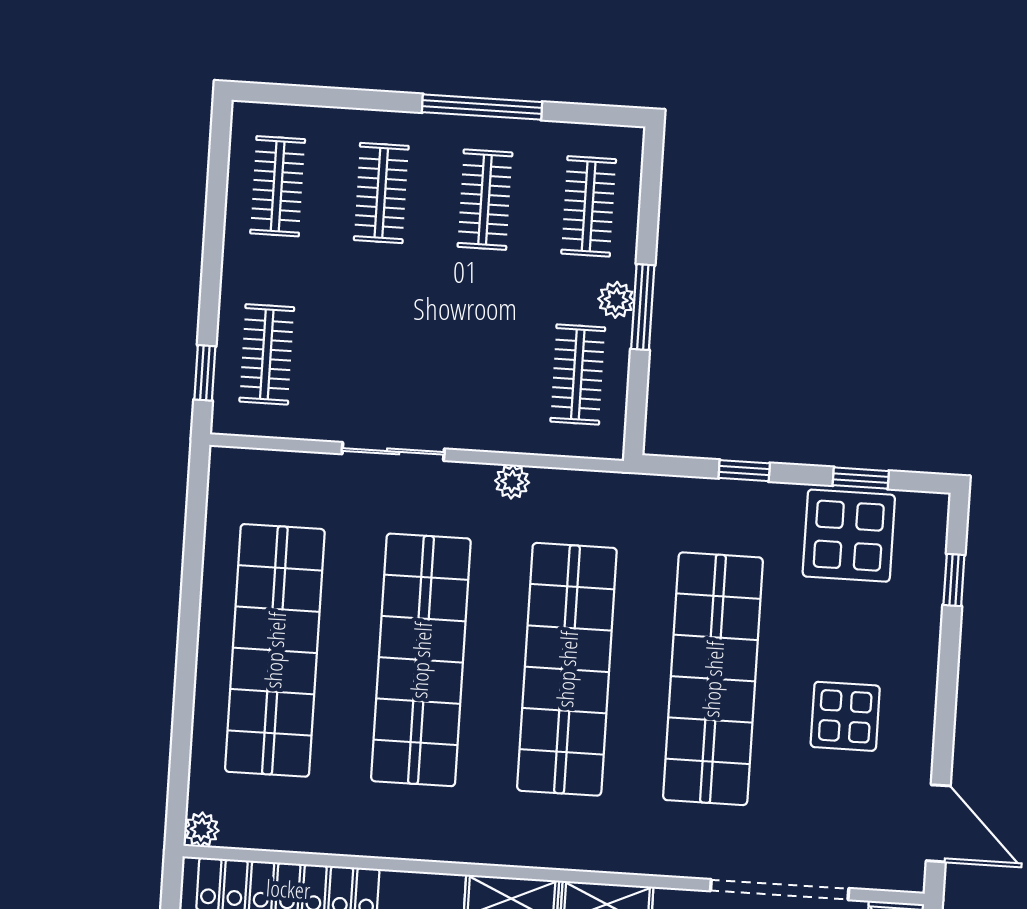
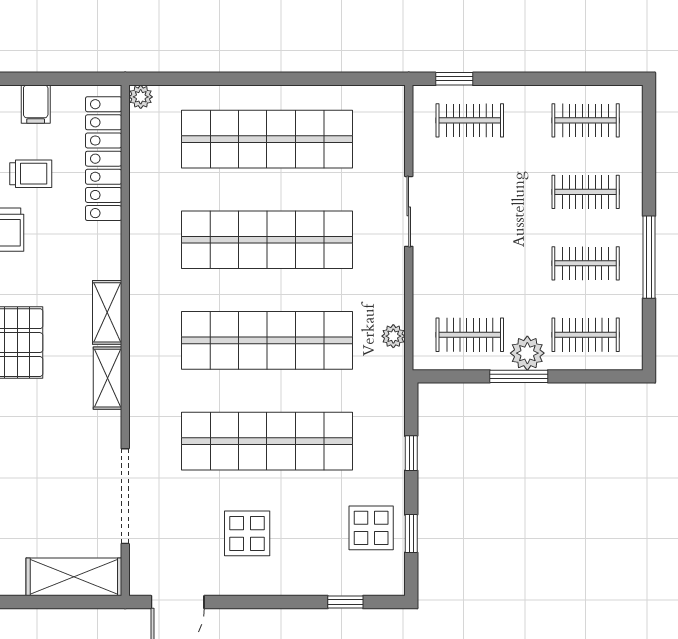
plant: (616, 300) -> (527, 353), width x1.38, depth x1.38
plant: (512, 482) -> (393, 336), moved
display table: (849, 536) -> (371, 528), width x0.73, depth x0.73

